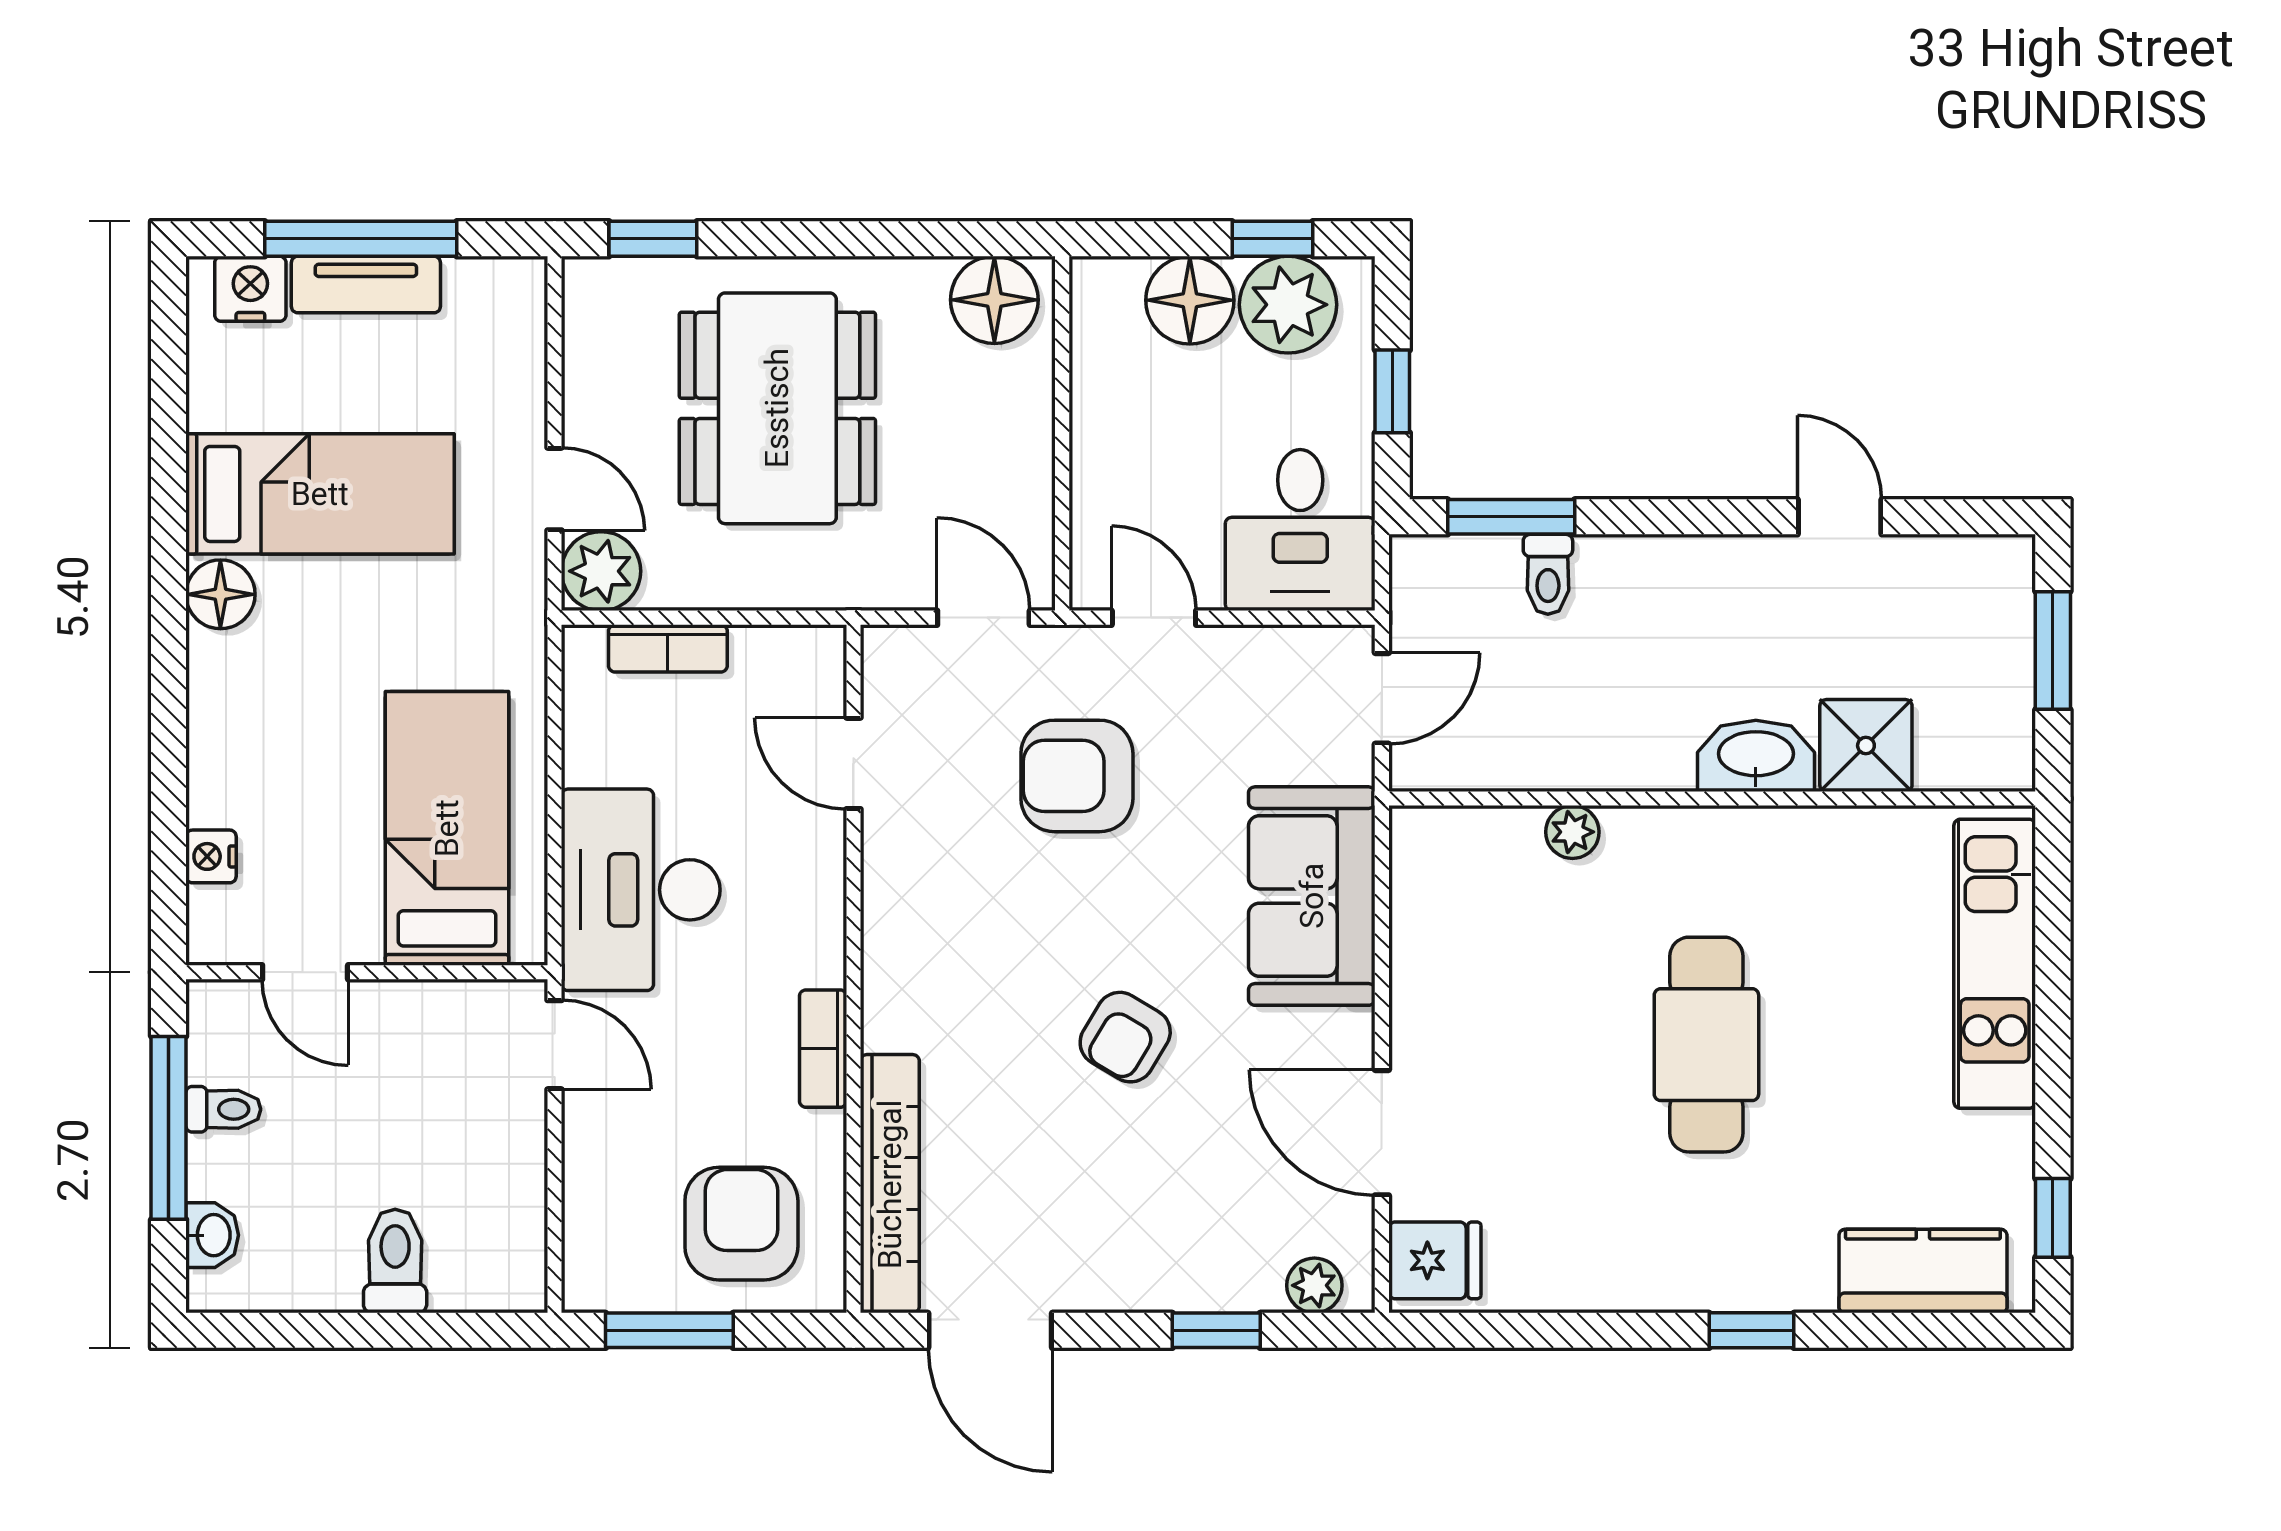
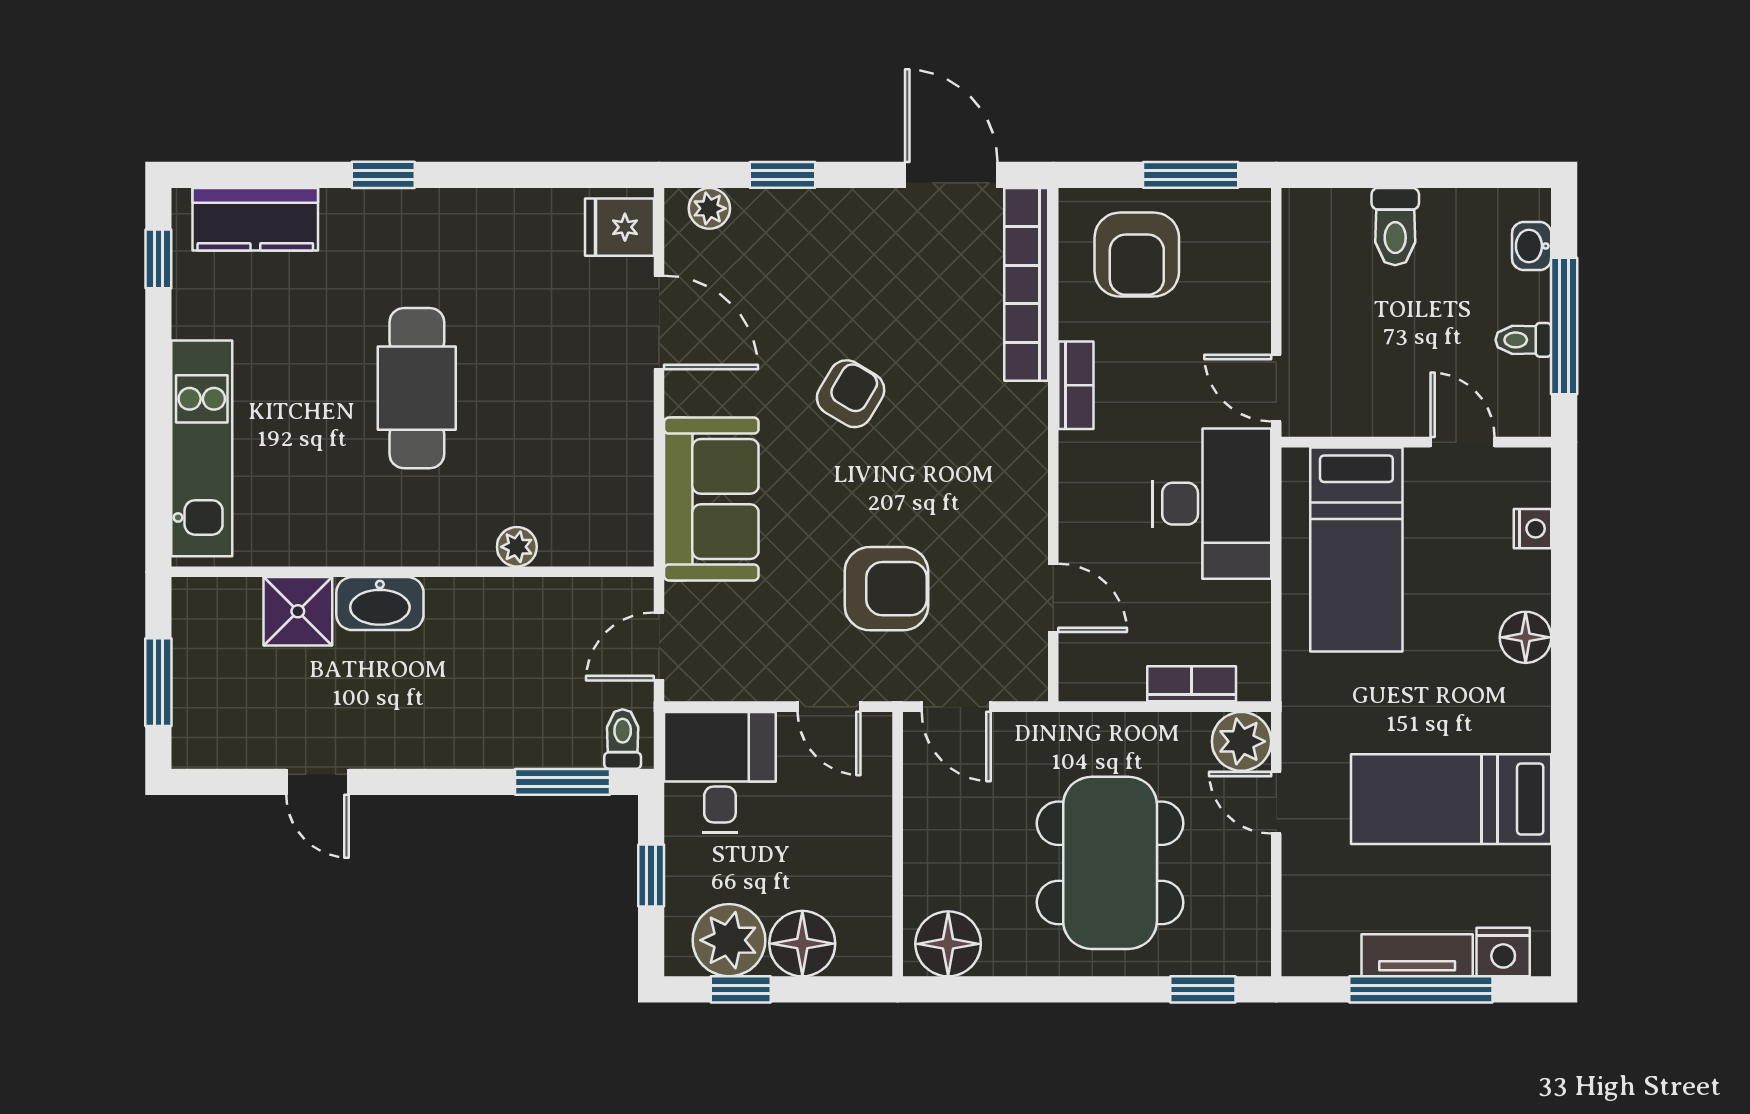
toilet: (1548, 574) -> (623, 739), moved
floor lamp: (220, 594) -> (1526, 637), moved

